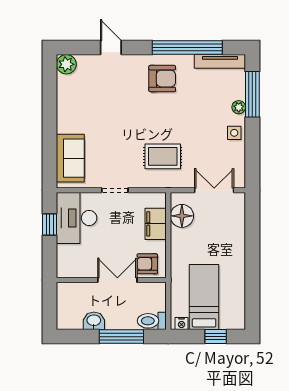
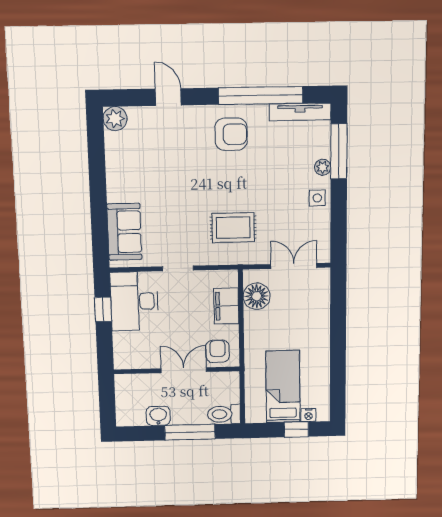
armchair: (147, 264) -> (218, 351), turned 90
nightstand: (182, 324) -> (309, 415), moved

